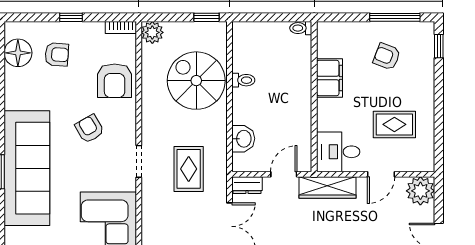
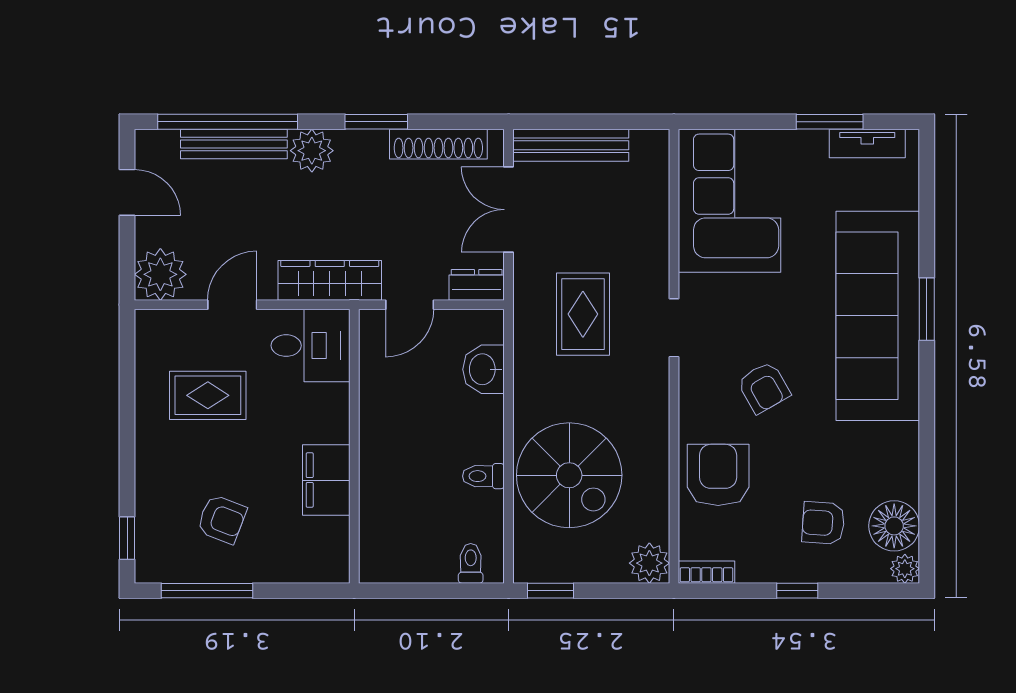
toilet: (301, 28) -> (471, 563), moved, turned -90
plant: (12, 29) -> (905, 569), added

